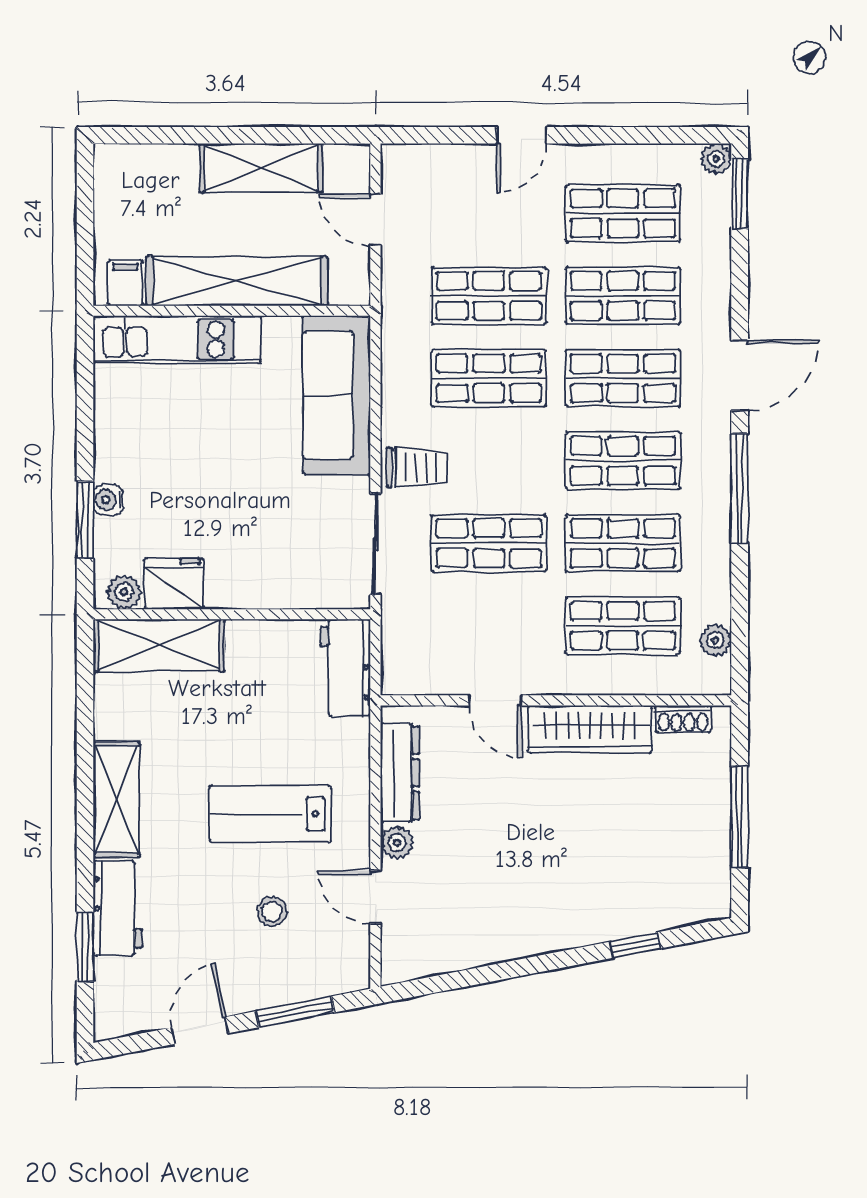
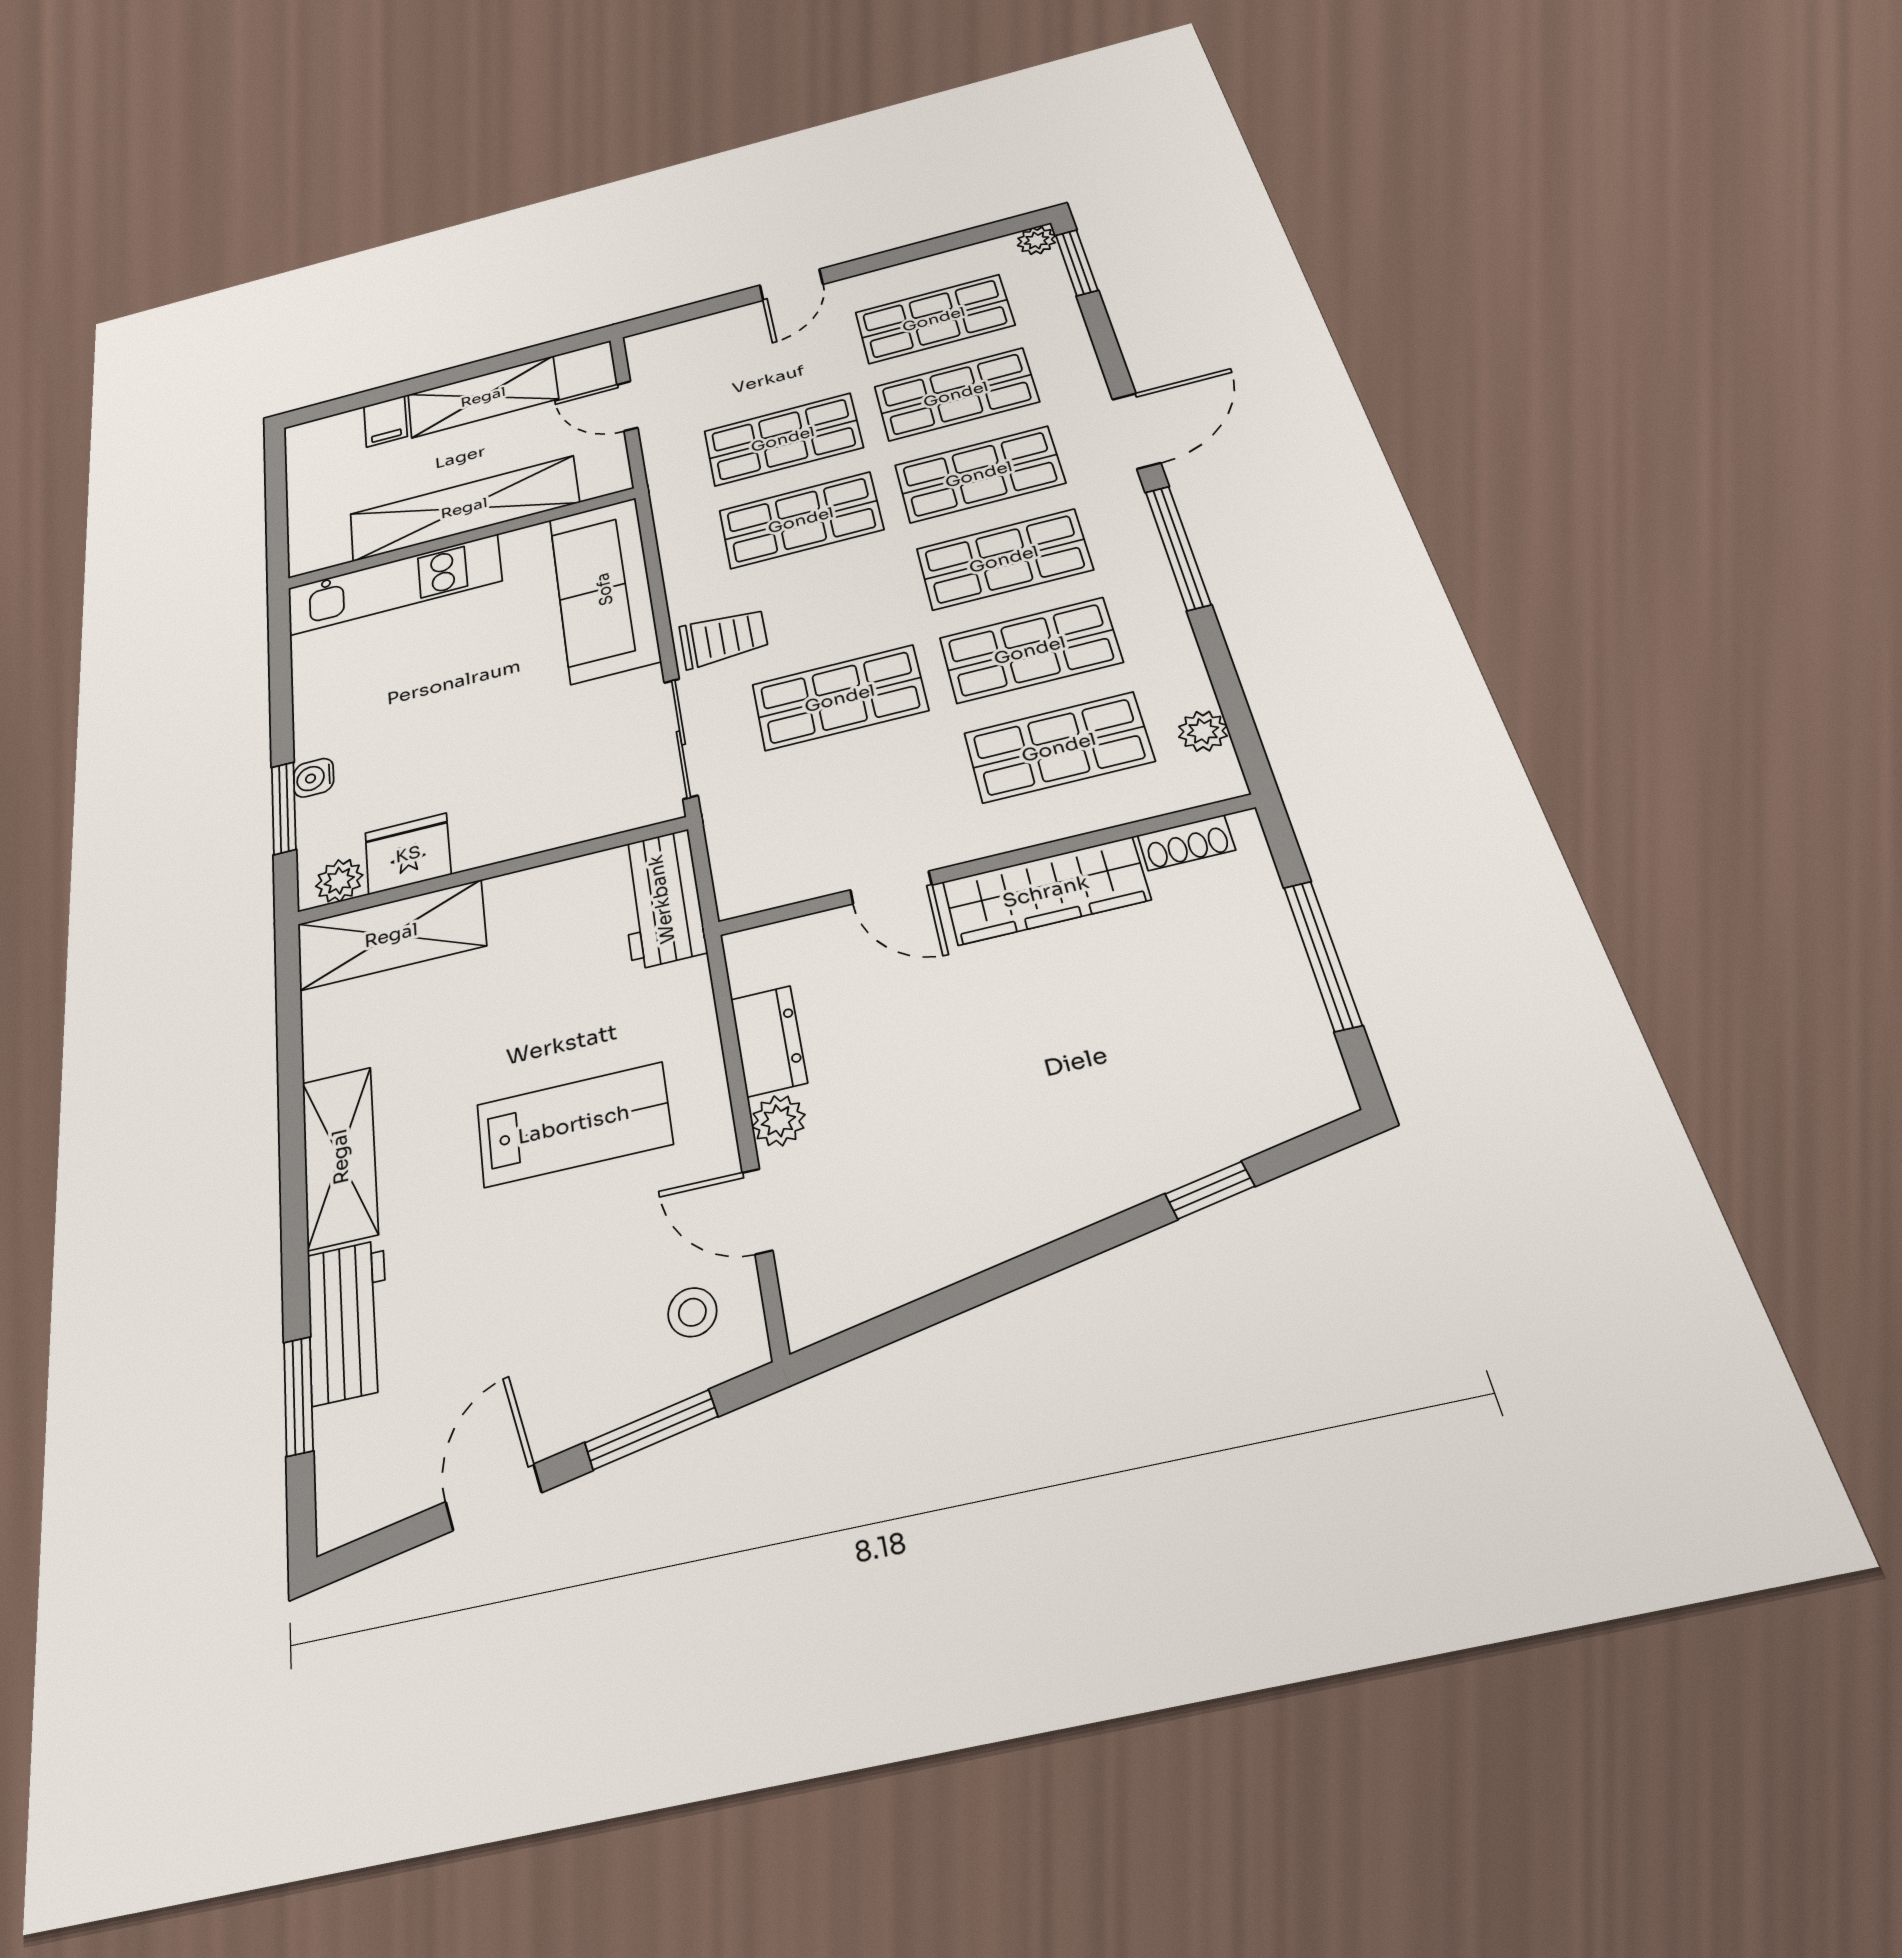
filing cabinet: (125, 283) -> (386, 421), moved, turned 180
dresser: (400, 773) -> (769, 1041), width x0.70
lab bench: (270, 814) -> (574, 1124), turned 180
stool: (272, 911) -> (692, 1312), moved

